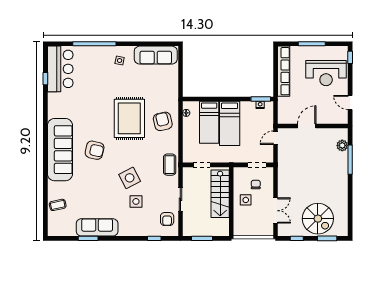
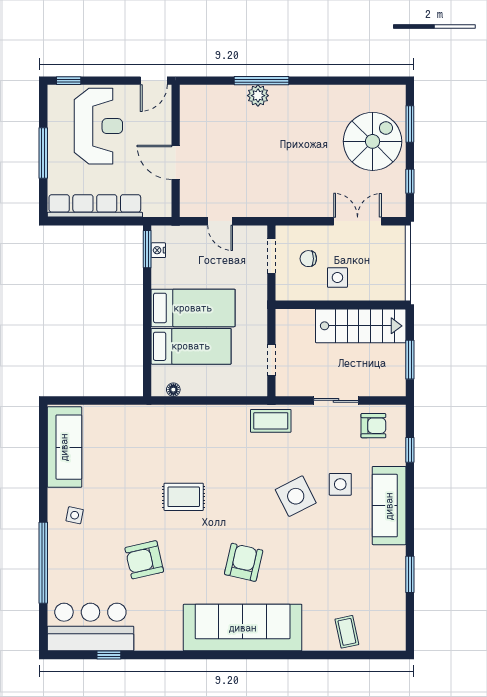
rug: (129, 118) -> (184, 497), width x0.54, depth x0.49
armchair: (163, 121) -> (144, 560), moved
door: (307, 126) -> (176, 162), moved
wall: (313, 126) -> (176, 151), moved
plant: (342, 145) -> (258, 96), moved
stairs: (220, 194) -> (361, 326), moved
sofa: (97, 227) -> (389, 506), moved

